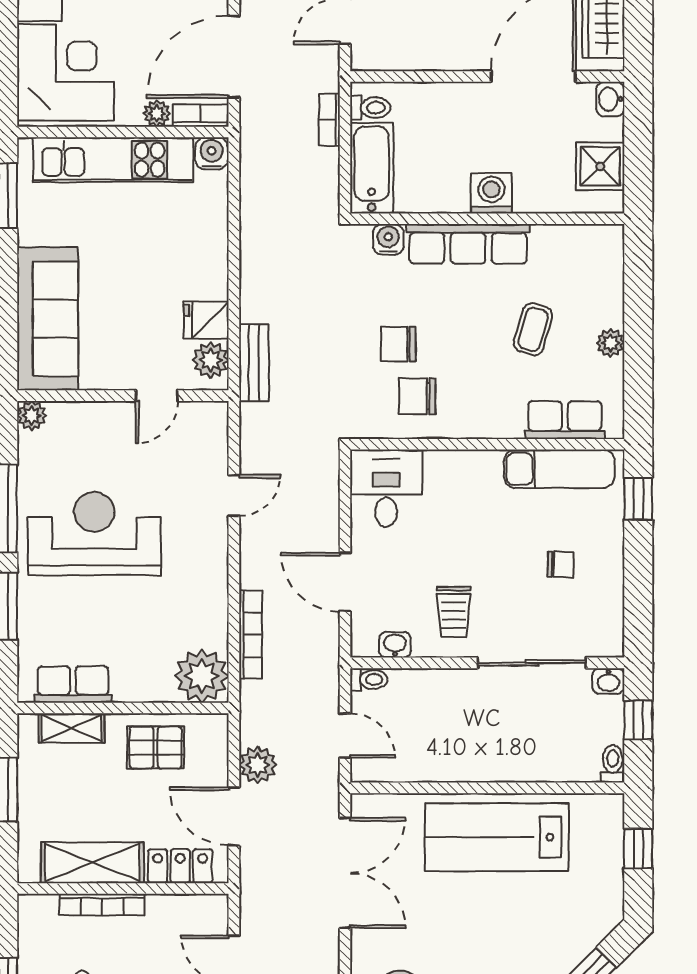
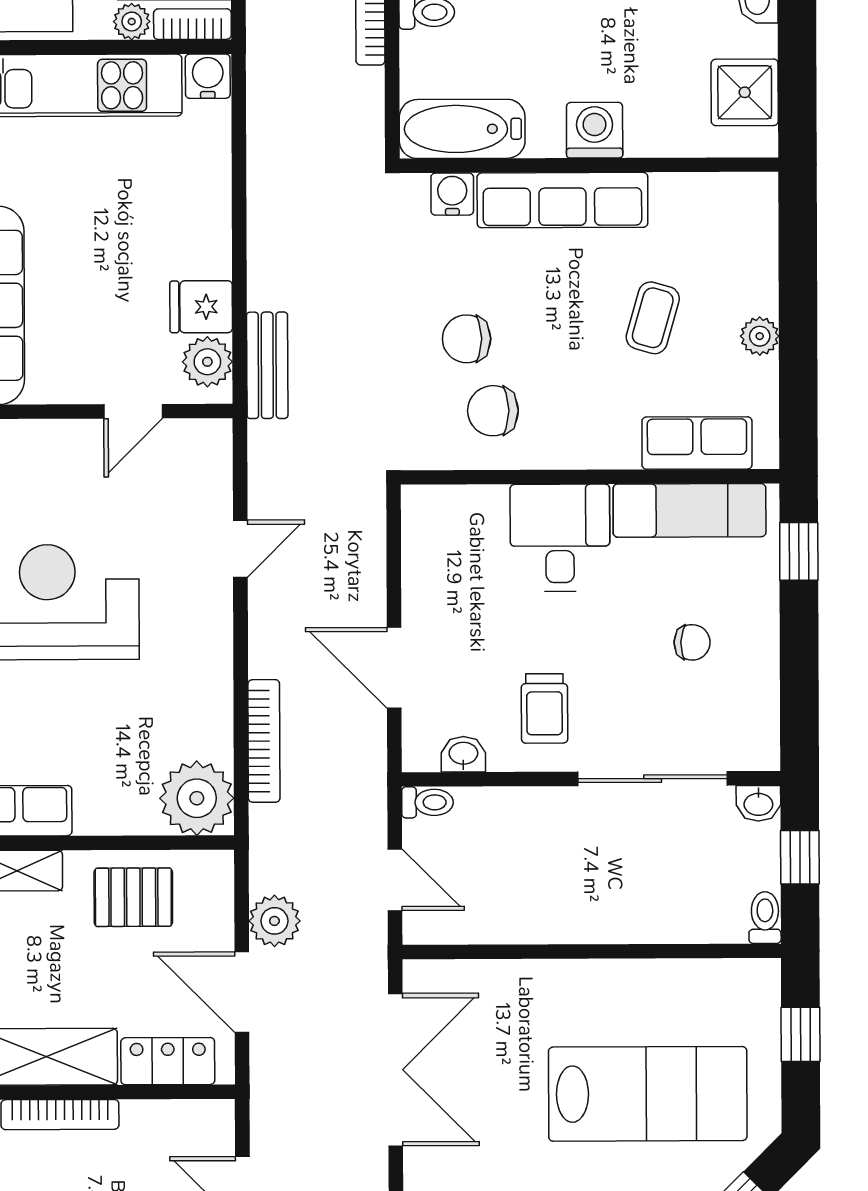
bathtub: (372, 168) -> (462, 129), moved, turned -90
desk: (386, 488) -> (560, 538), moved
lab bench: (497, 837) -> (648, 1094), moved, turned 180

